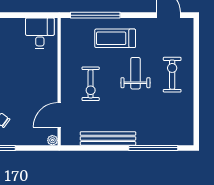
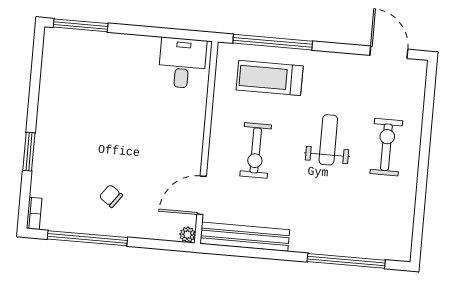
treadmill: (115, 38) -> (270, 78), moved
bench: (108, 138) -> (245, 237), moved

